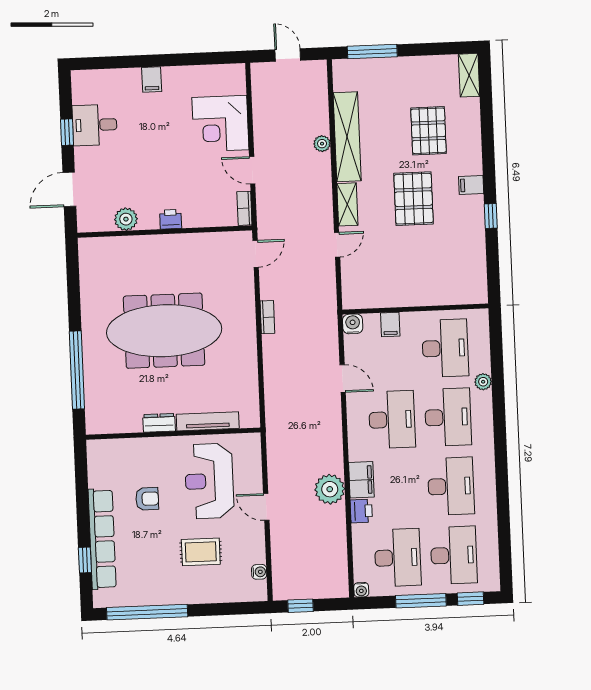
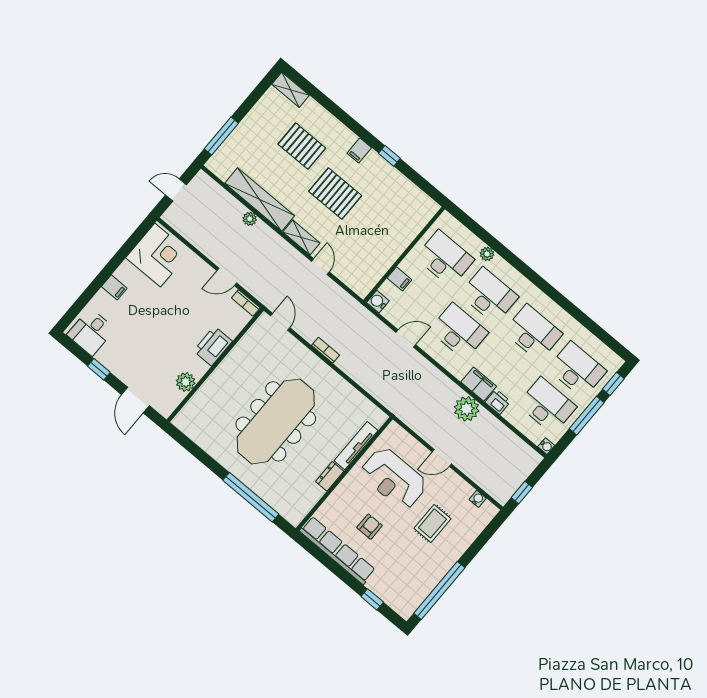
corner desk: (220, 124) -> (158, 255), moved, turned -90
desk: (95, 125) -> (91, 332), moved
printer: (171, 219) -> (213, 346), width x1.87, depth x1.48
row of seats: (102, 539) -> (337, 550), moved

